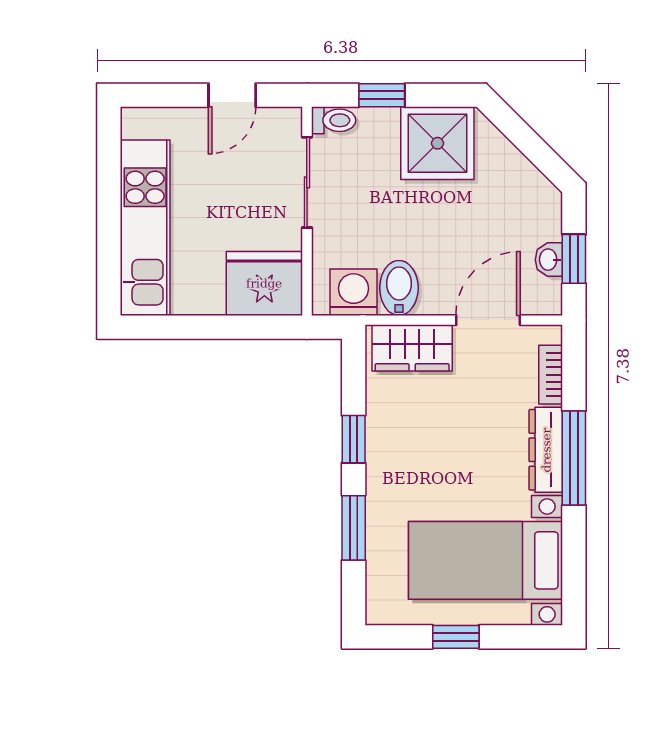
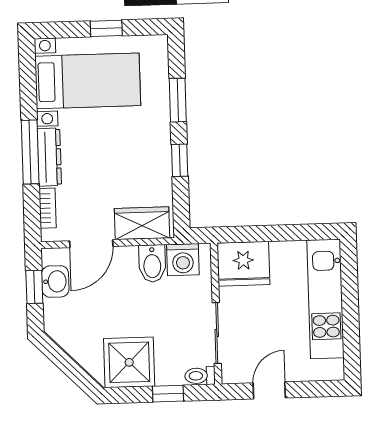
washbasin: (549, 260) -> (55, 281), width x1.38, depth x1.45

